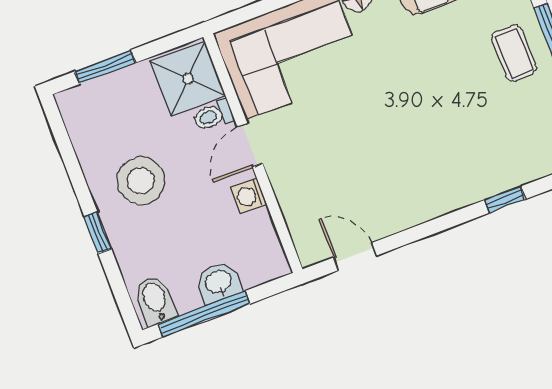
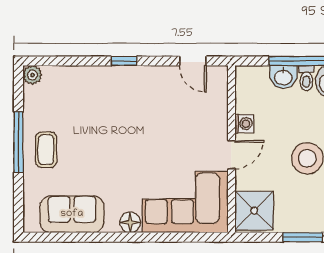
toilet: (213, 116) -> (306, 78), moved, turned 90
window: (505, 200) -> (124, 61), moved

